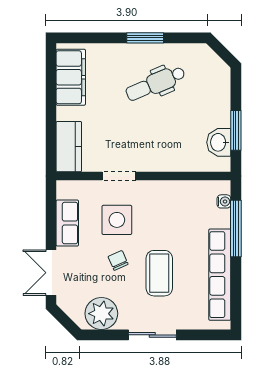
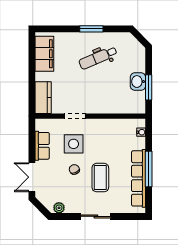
washbasin: (219, 142) -> (138, 82), moved
window: (236, 228) -> (149, 169), moved
plant: (101, 314) -> (59, 208), width x0.53, depth x0.53

